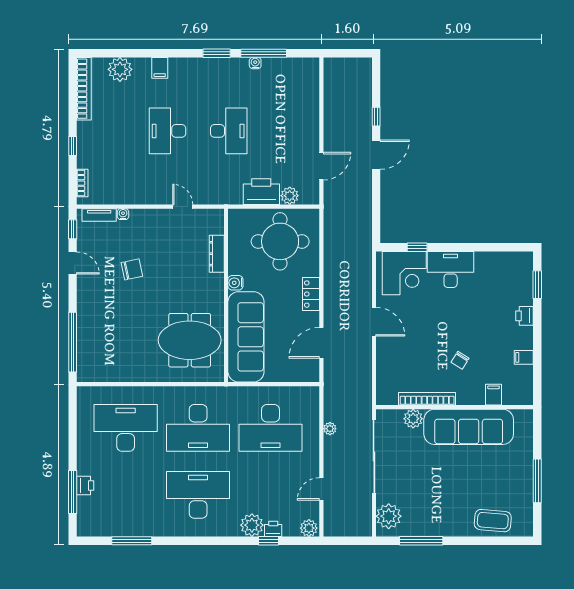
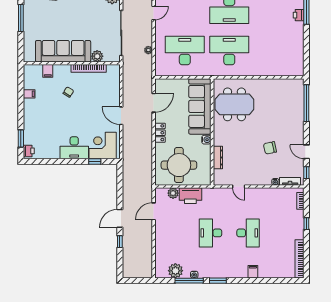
plant: (120, 69) -> (175, 271), moved
printer: (525, 316) -> (29, 151), moved
desk: (126, 428) -> (274, 51), removed

